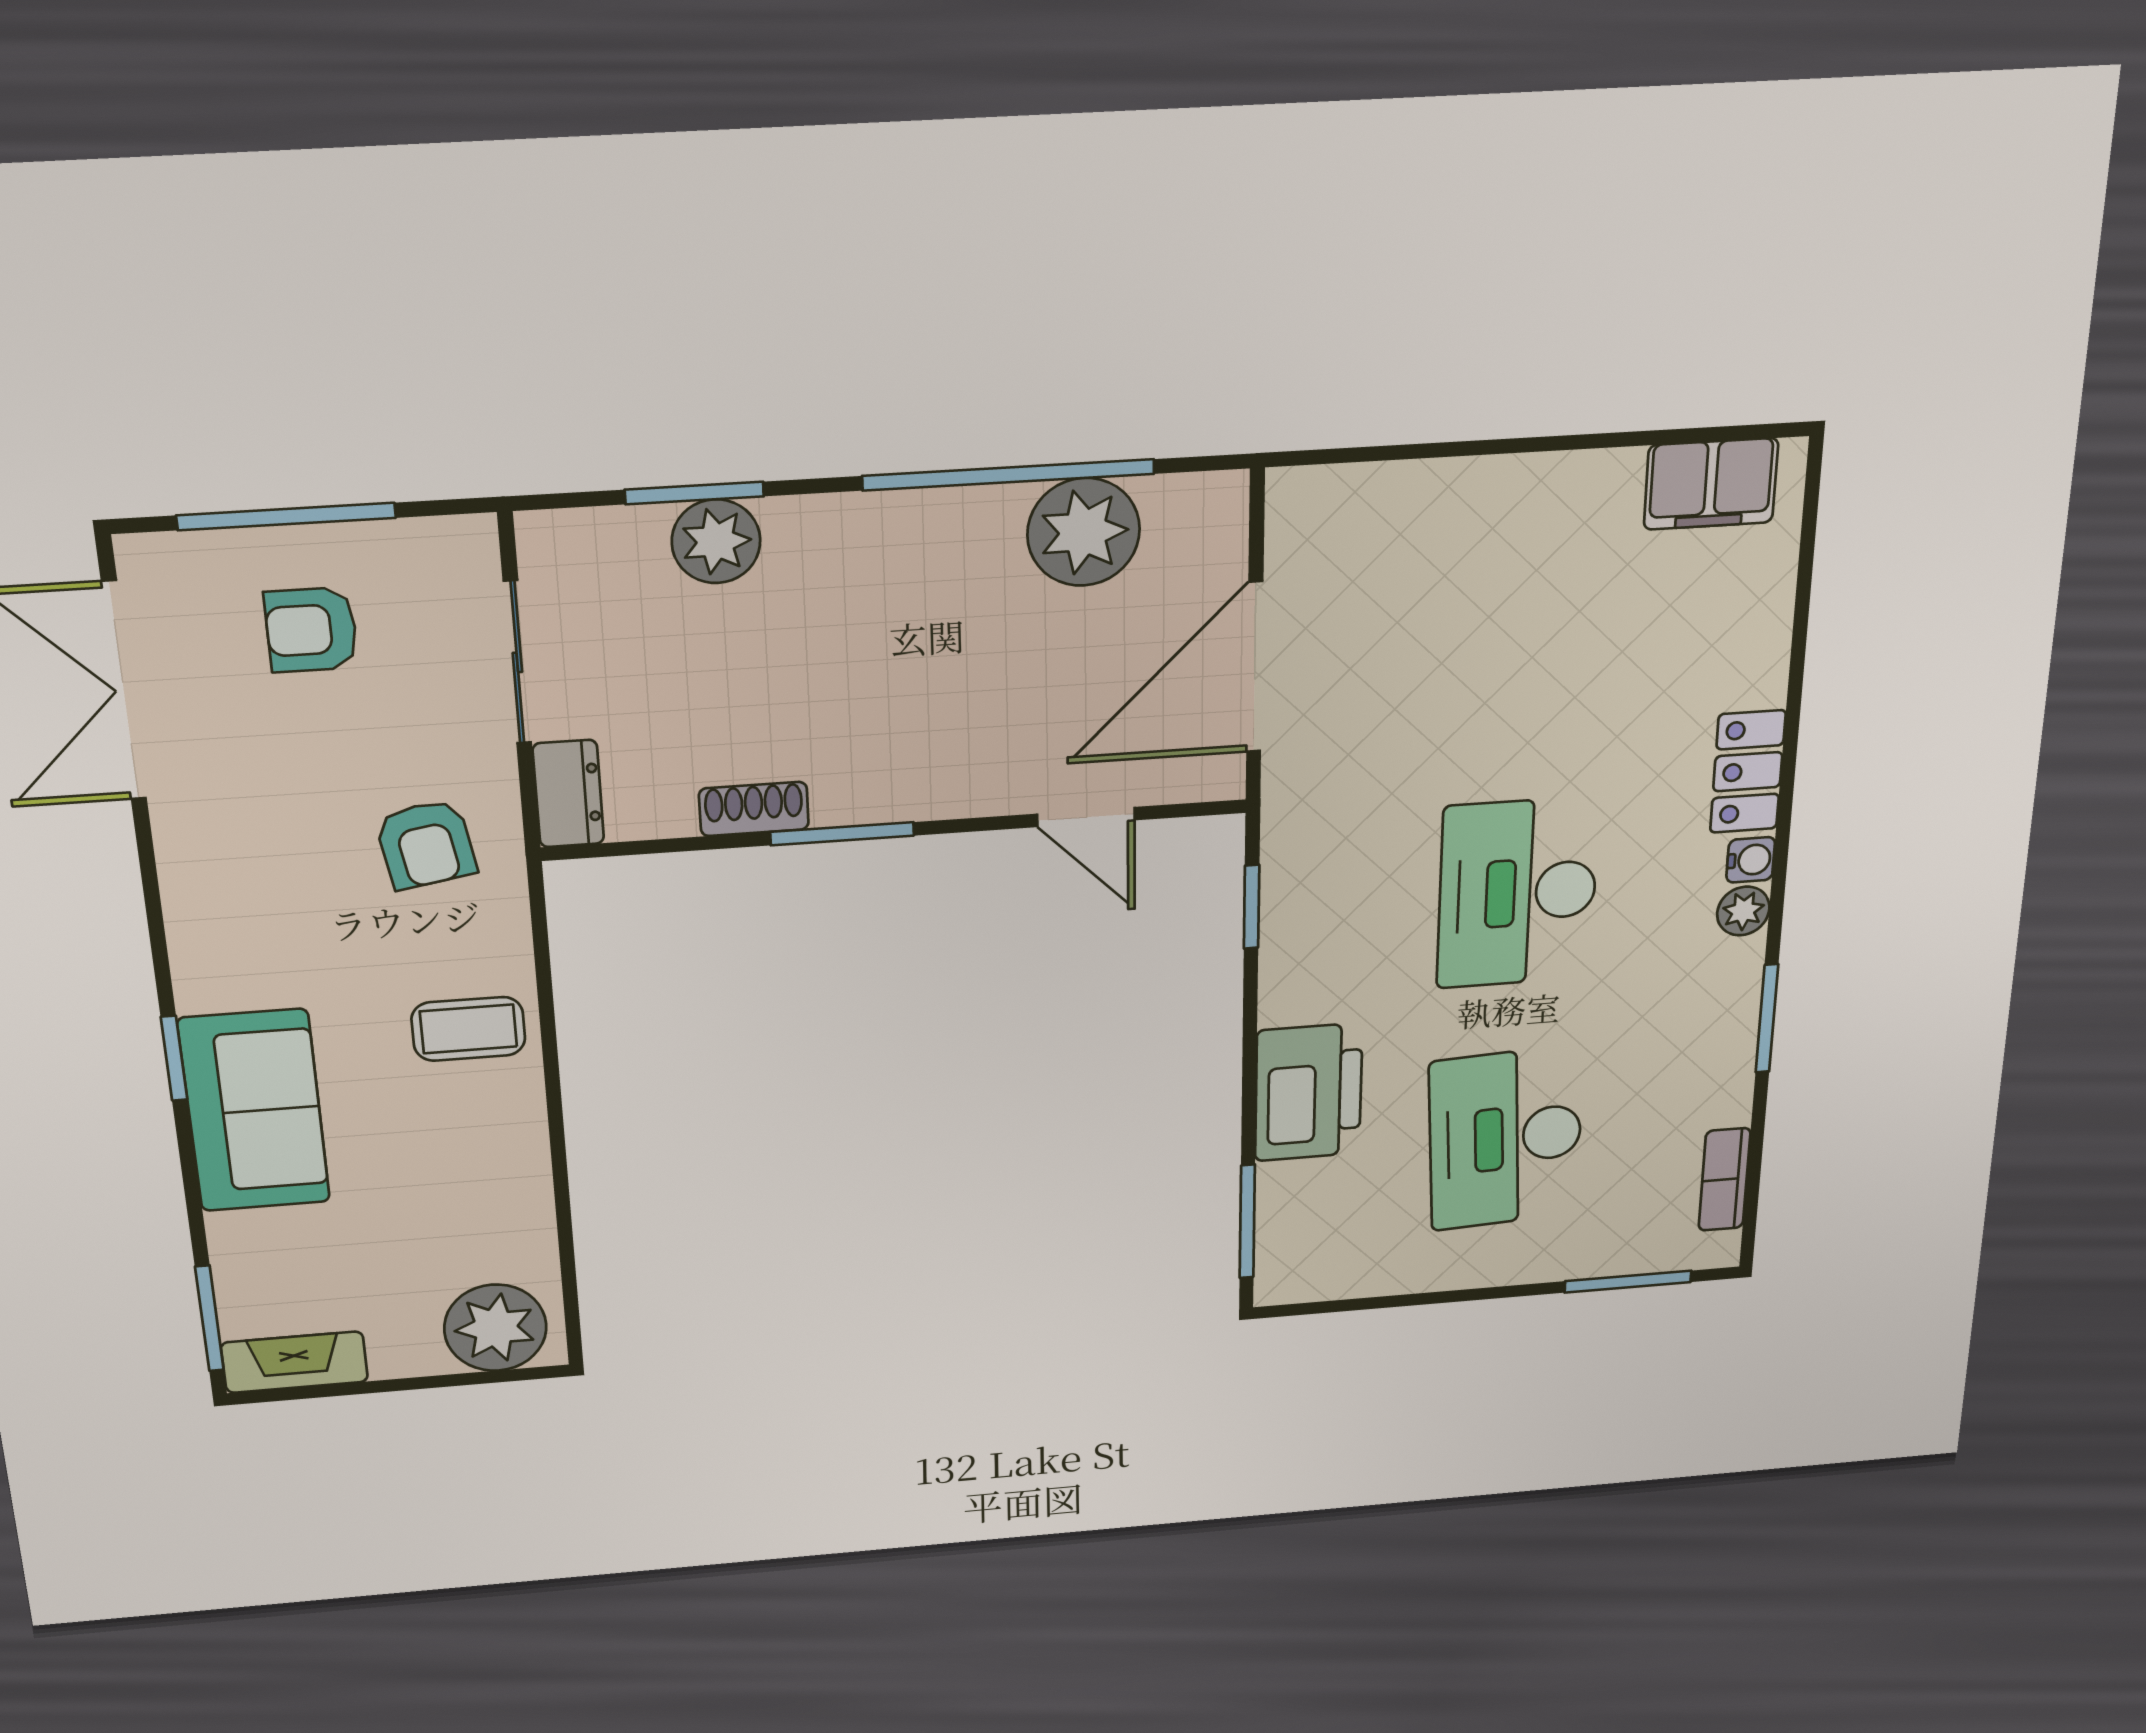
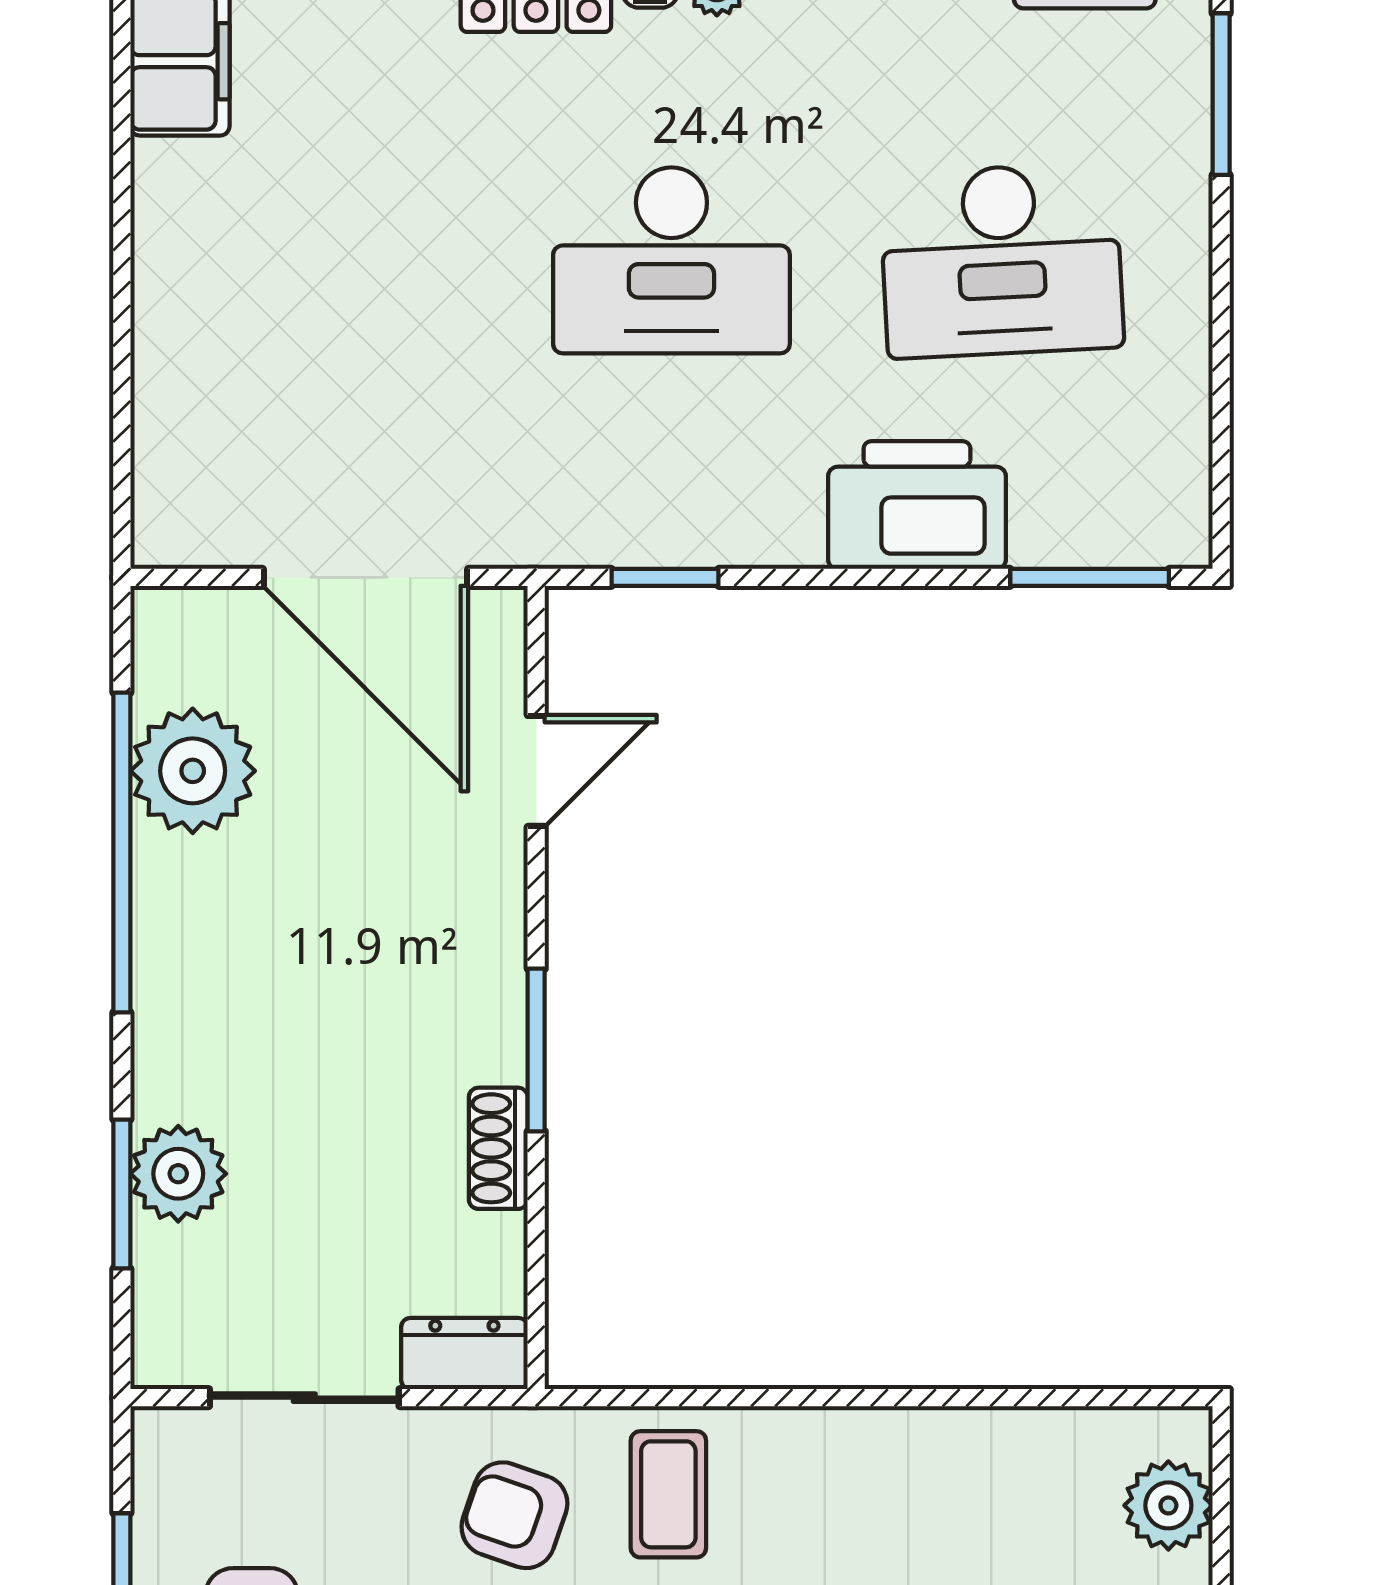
armchair: (426, 844) -> (514, 1515), turned -151
coffee table: (468, 1029) -> (668, 1494), moved
plant: (495, 1328) -> (1168, 1505), width x0.73, depth x0.73

